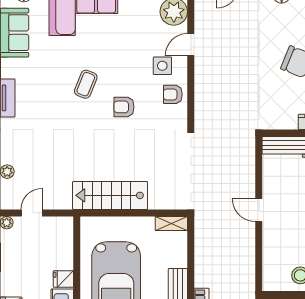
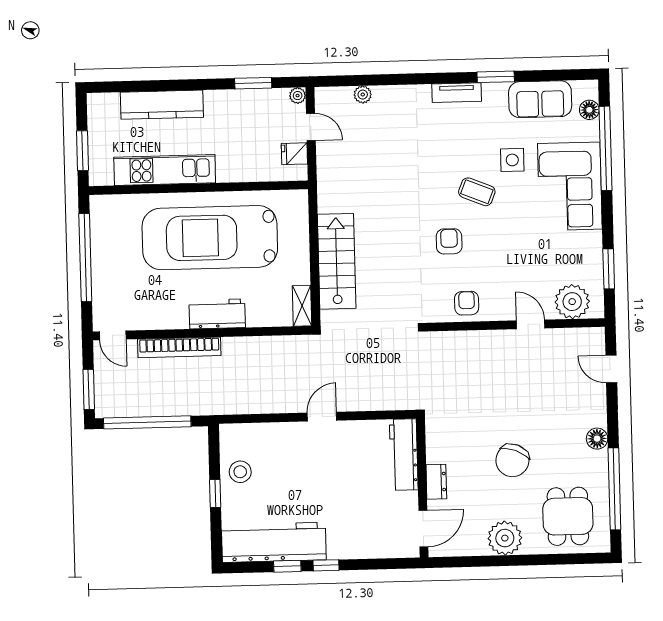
side table: (162, 66) -> (512, 160), moved
stairs: (110, 195) -> (337, 261), moved
fridge: (63, 279) -> (294, 154), moved, turned -90

